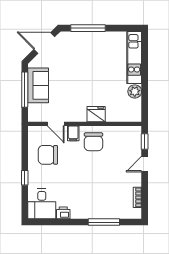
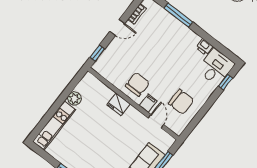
door: (145, 164) -> (117, 27), moved
window: (25, 178) -> (226, 82), moved

